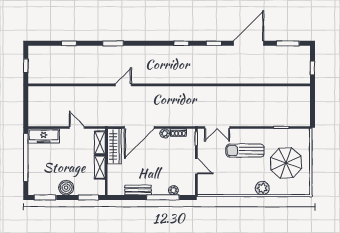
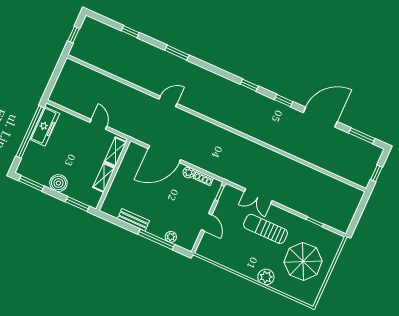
double door: (217, 127) -> (258, 196), moved
freezer: (44, 136) -> (45, 126), moved, turned -90
wardrobe: (114, 146) -> (129, 162), removed

